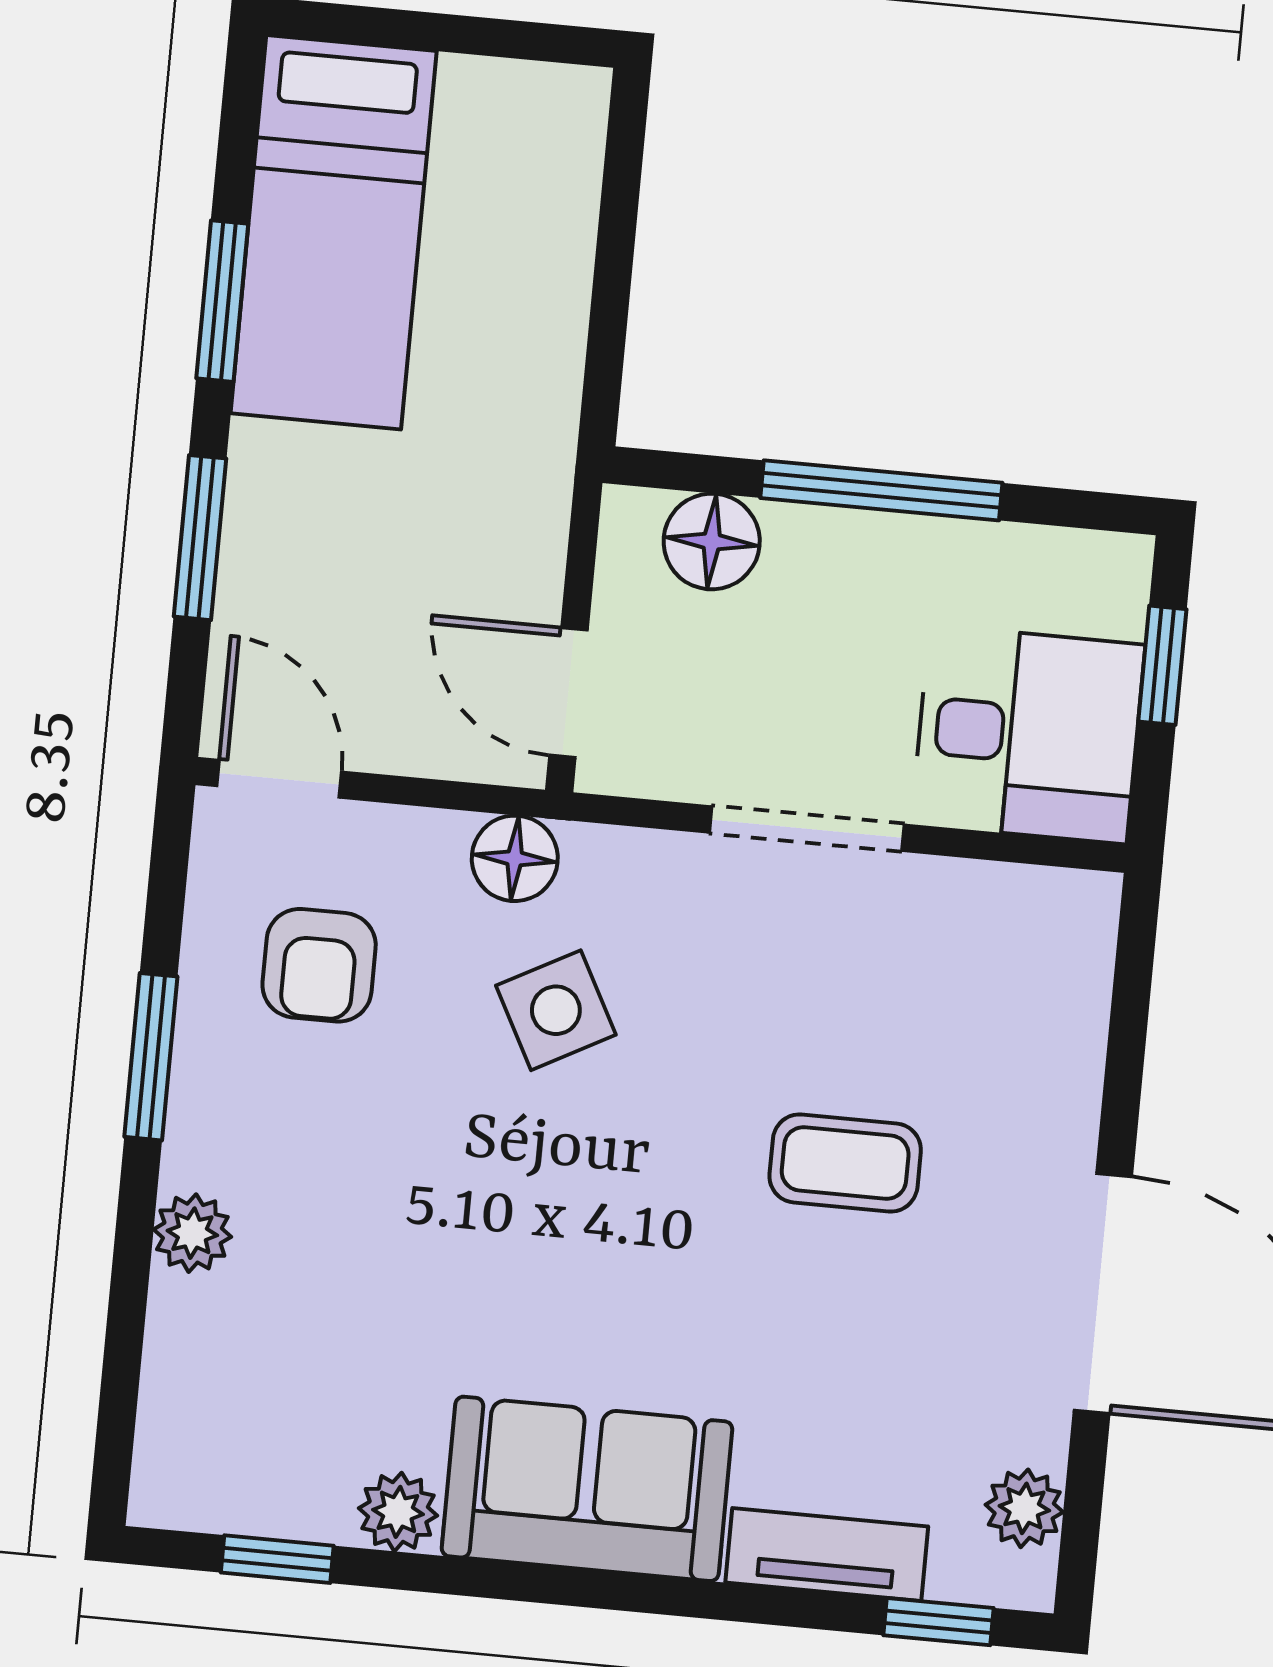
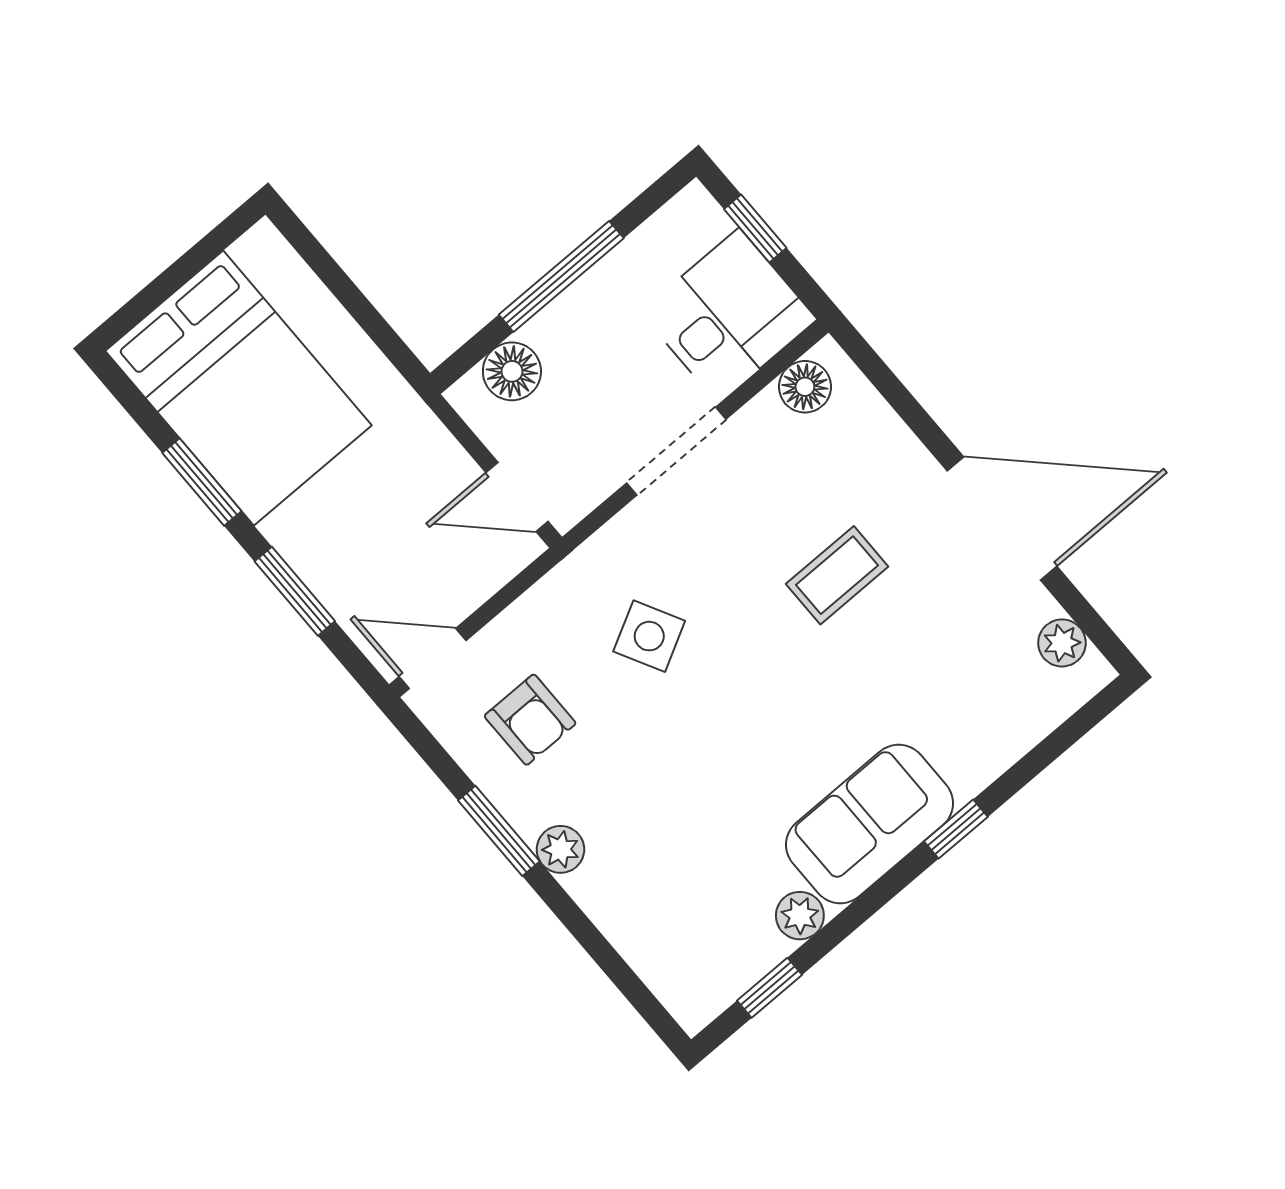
bed: (334, 232) -> (239, 388), width x1.50
floor lamp: (515, 858) -> (805, 387), moved
plant: (192, 1233) -> (560, 849), moved
tv unit: (827, 1554) -> (999, 748), removed
window: (939, 1622) -> (956, 829), moved

